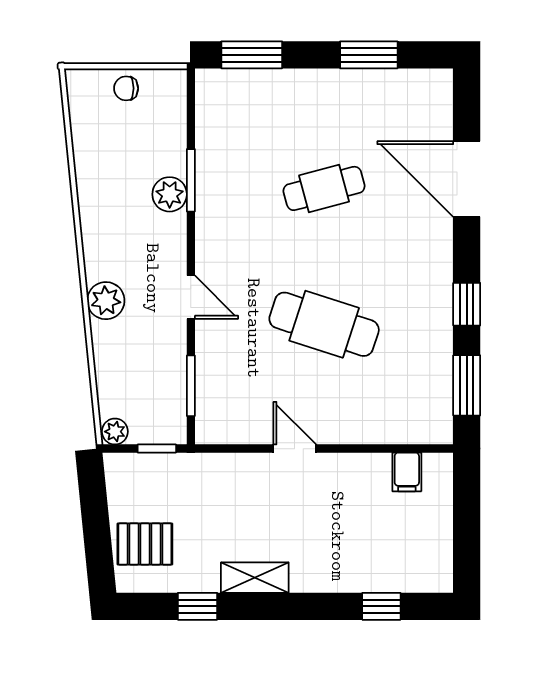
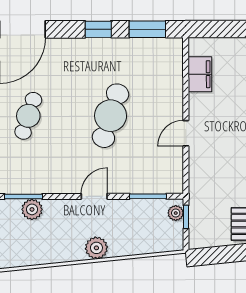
cafe table: (324, 188) -> (28, 116), turned 33
plant: (115, 432) -> (176, 213), moved
filing cabinet: (407, 472) -> (200, 74), width x2.00

